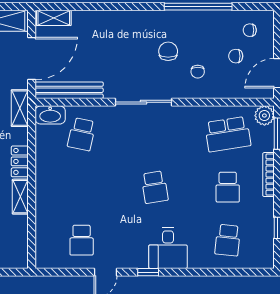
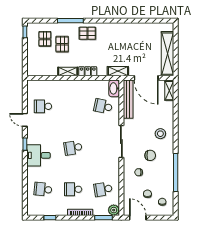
stool: (130, 33) -> (160, 134), added
school desk: (228, 134) -> (103, 189), width x0.54

